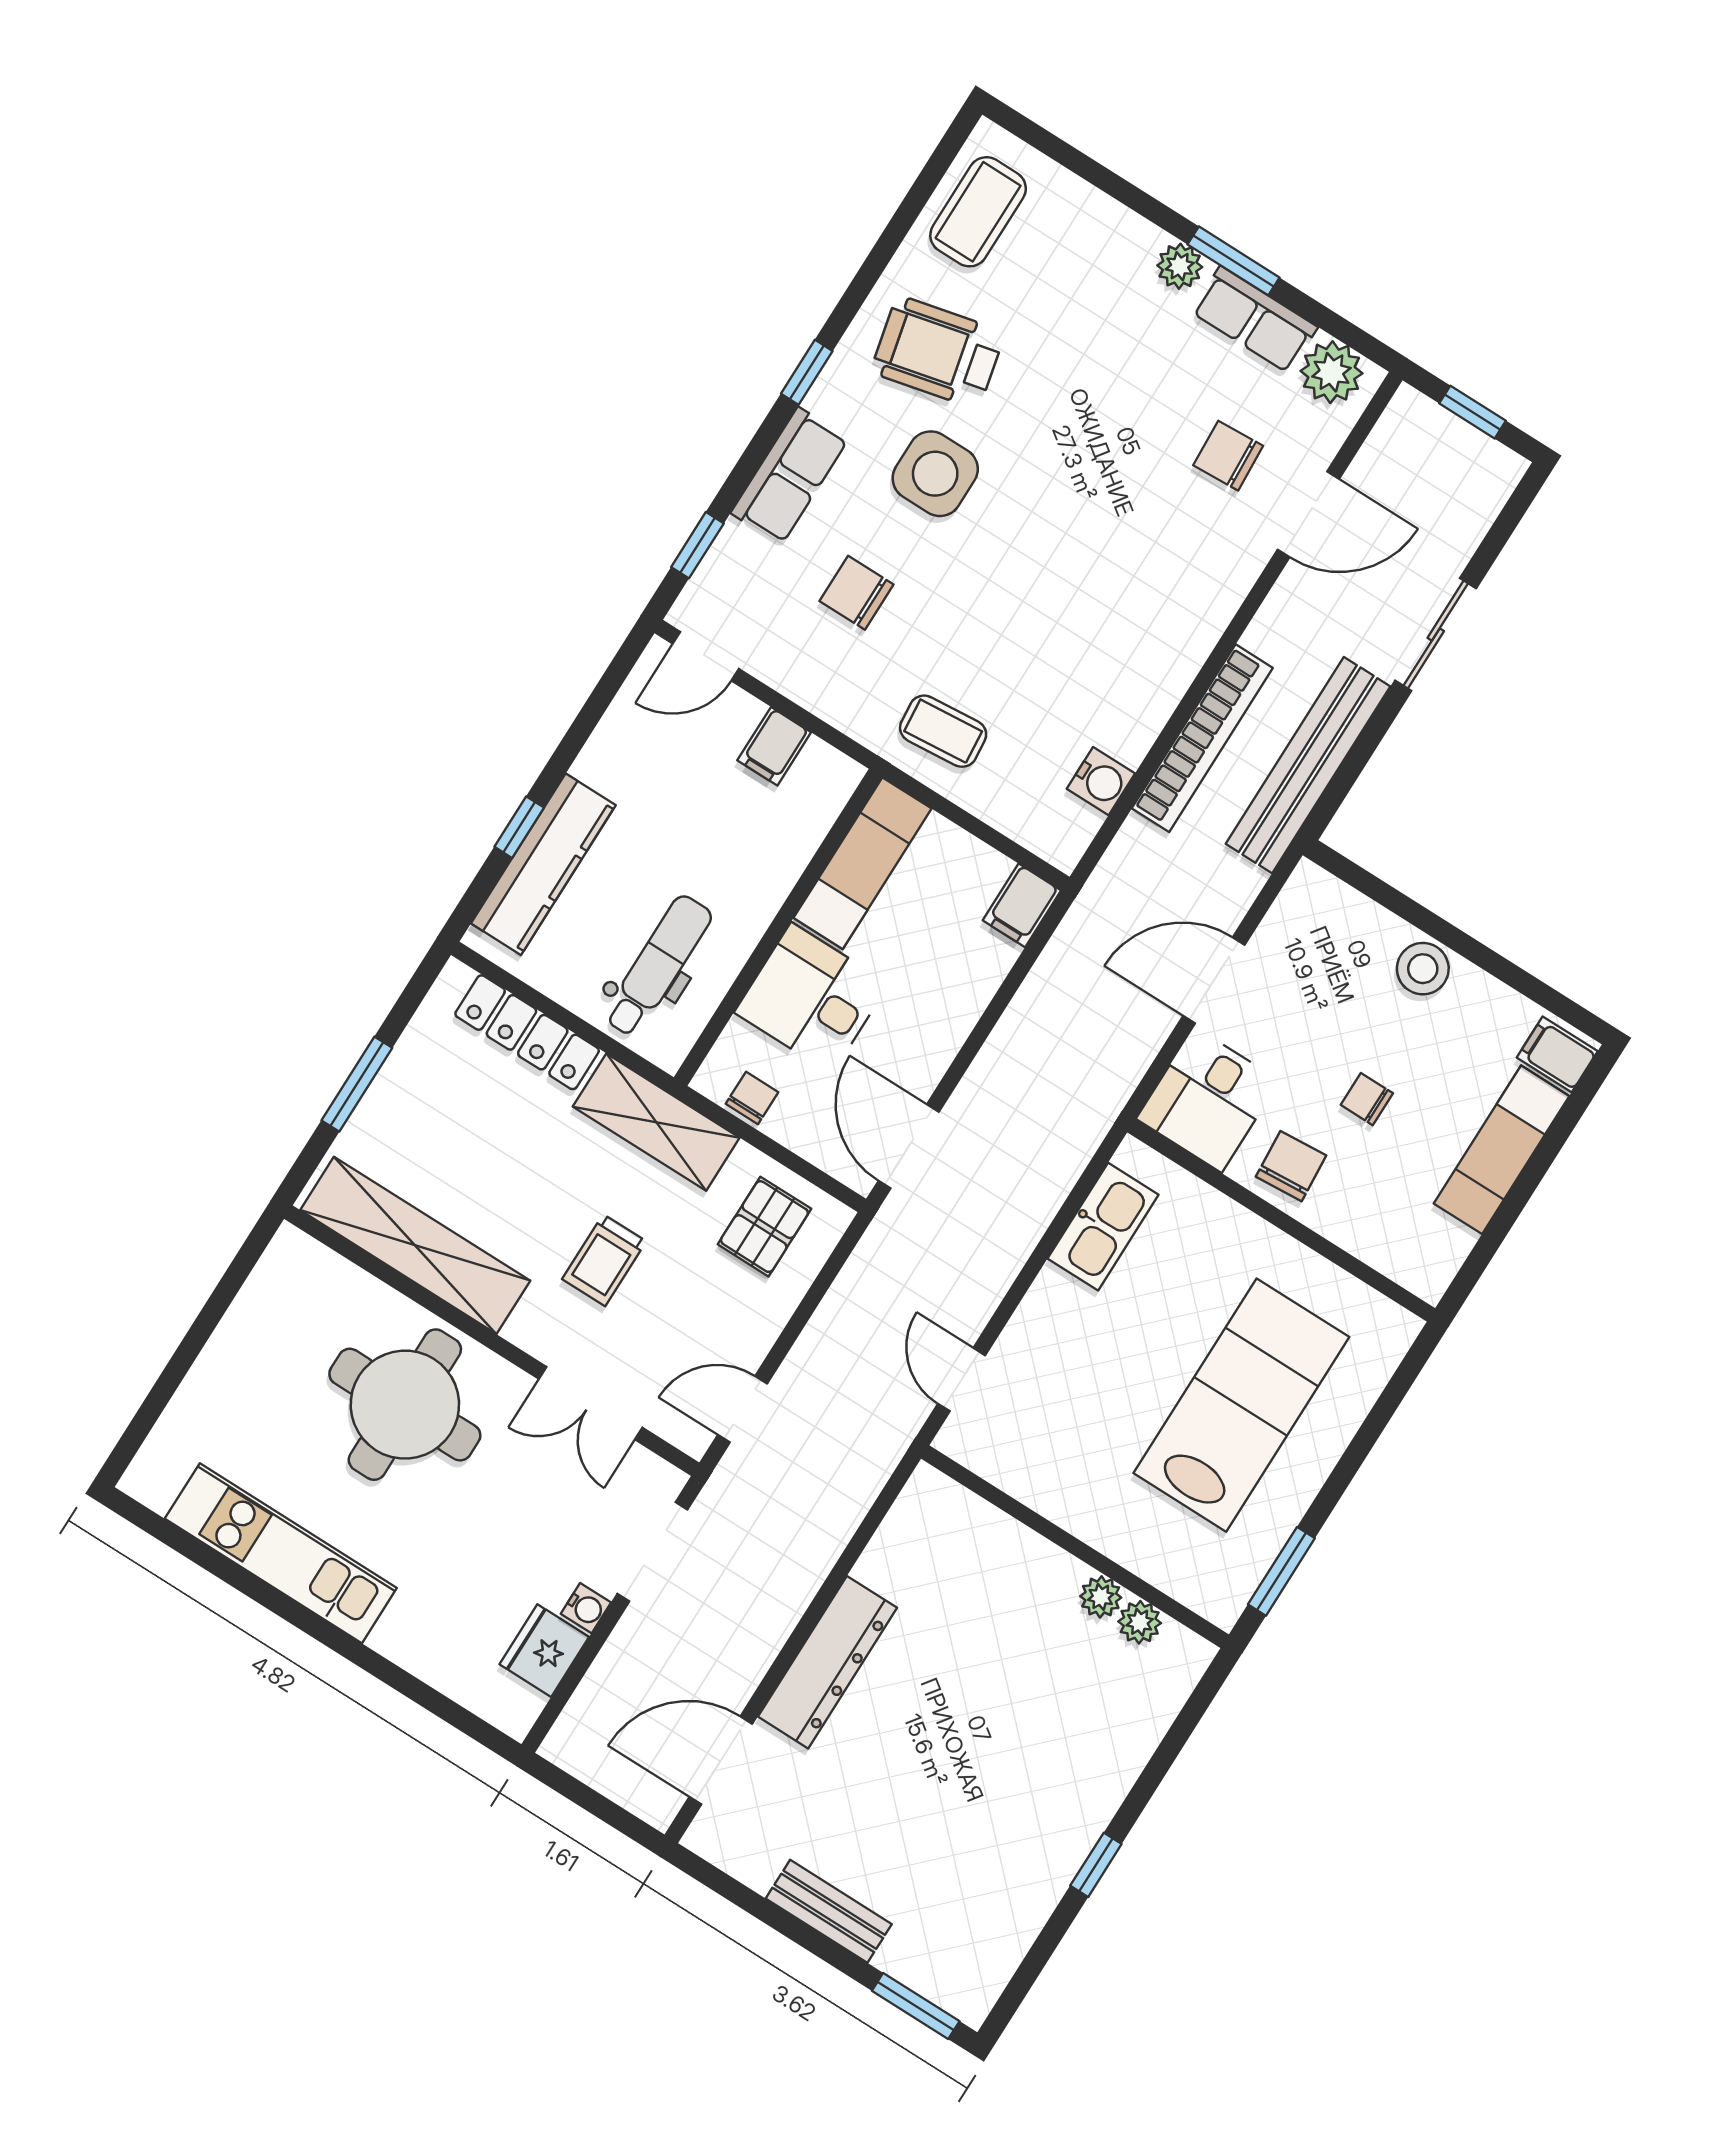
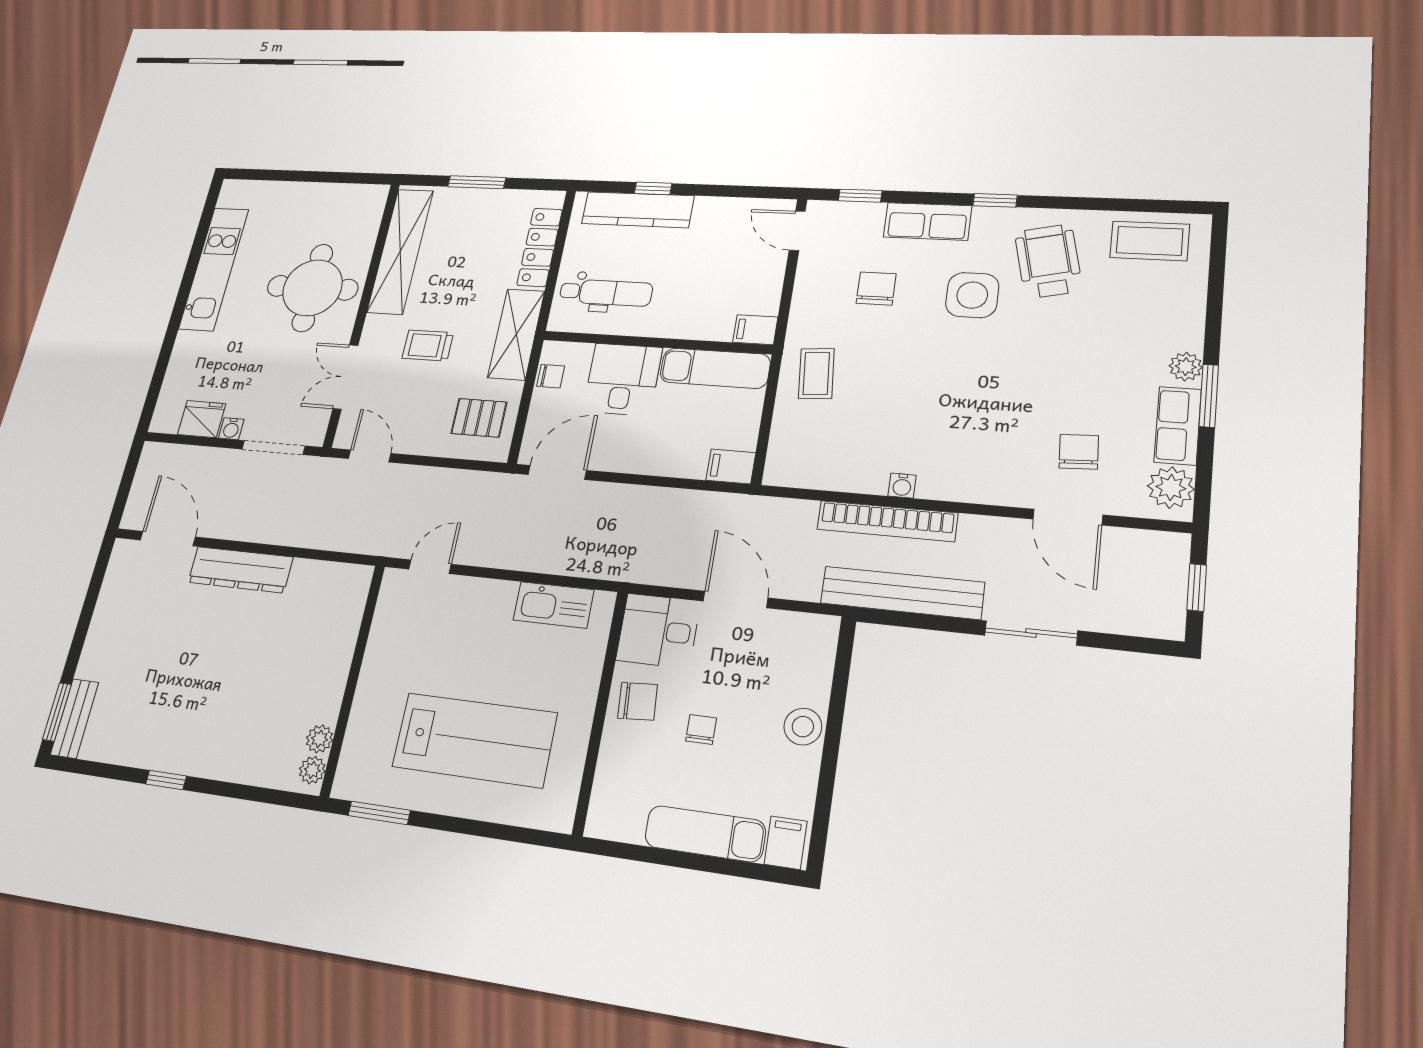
filing cabinet: (774, 746) -> (755, 330), moved
water cooler: (1101, 781) -> (902, 486), moved, width x0.72, depth x0.72
plant: (1101, 1597) -> (312, 770), moved
bench: (829, 1911) -> (75, 718), moved

